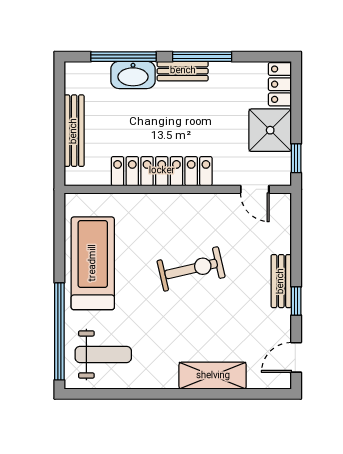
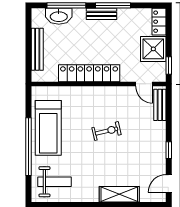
washbasin: (133, 75) -> (59, 16), moved
treadmill: (93, 263) -> (48, 128), turned 180
exercise bike: (191, 269) -> (106, 131), width x0.73, depth x0.72
bench: (281, 281) -> (160, 105), moved
window: (59, 331) -> (28, 147), moved

